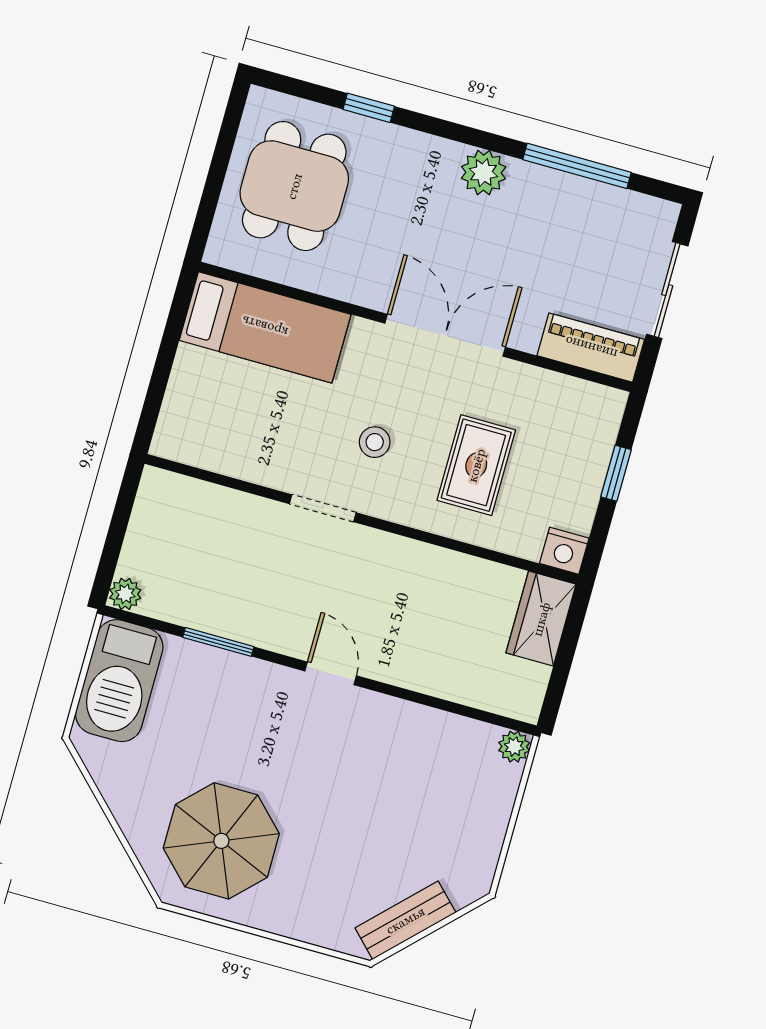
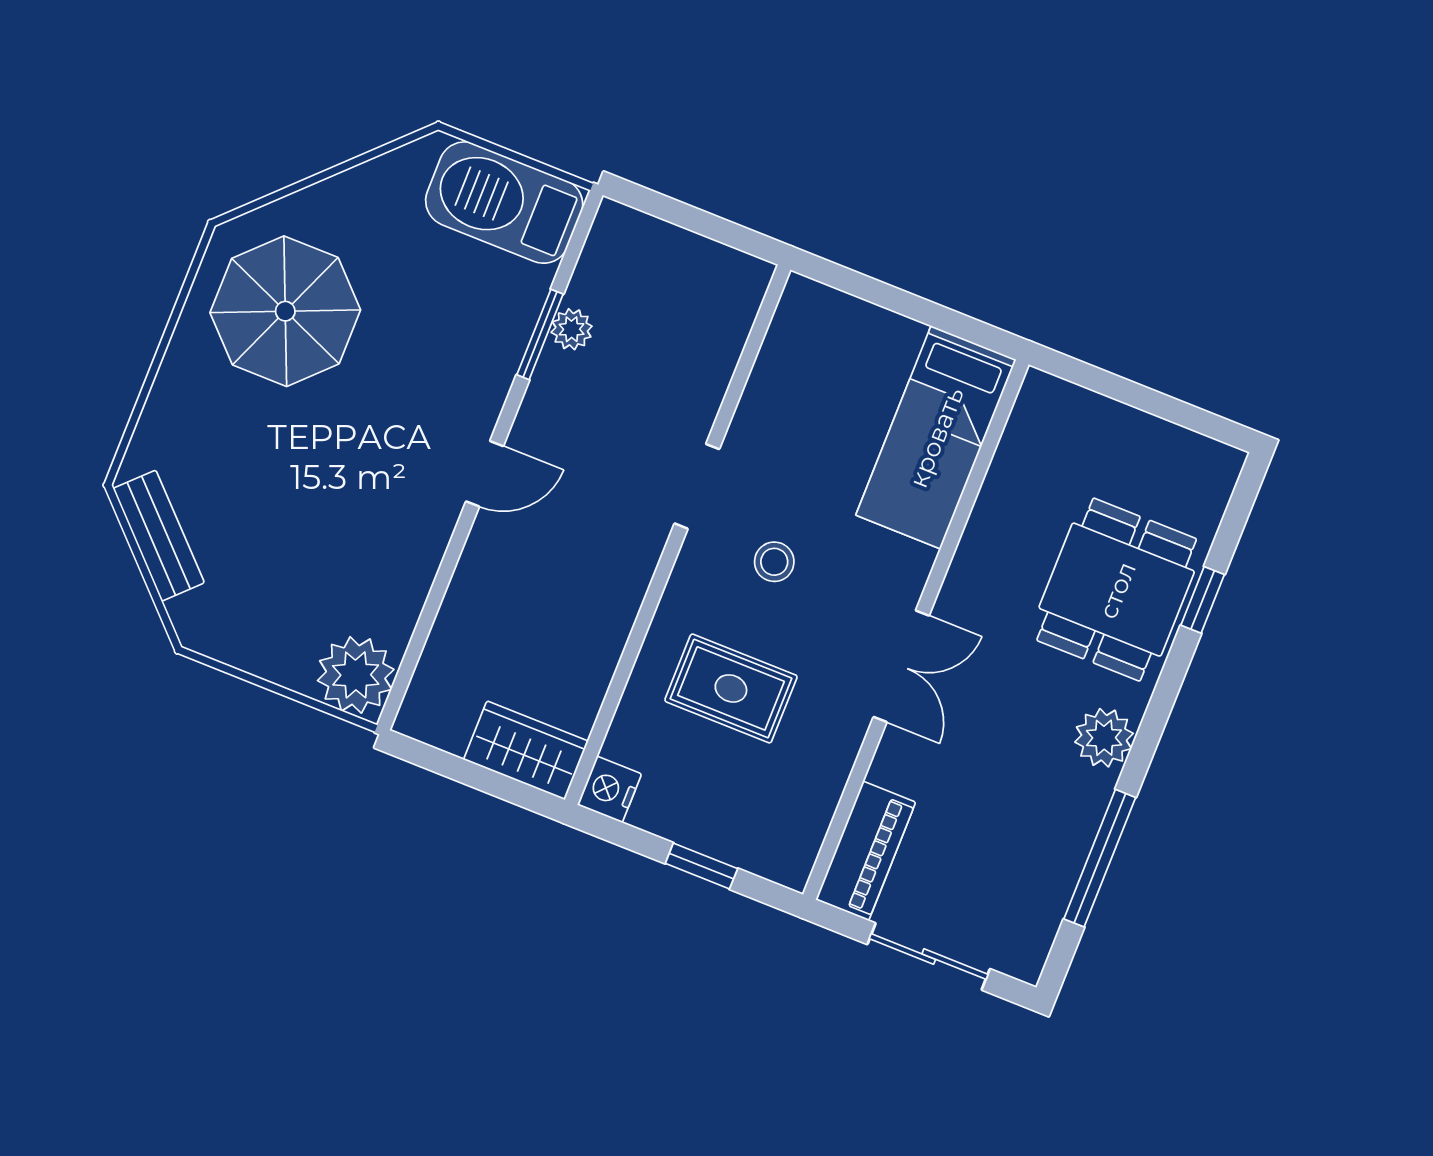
dining table: (294, 186) -> (1117, 590), moved, turned 90
double door: (445, 335) -> (901, 666), width x0.73
plant: (125, 594) -> (572, 329), moved
plant: (514, 747) -> (356, 675), width x1.88, depth x1.88

